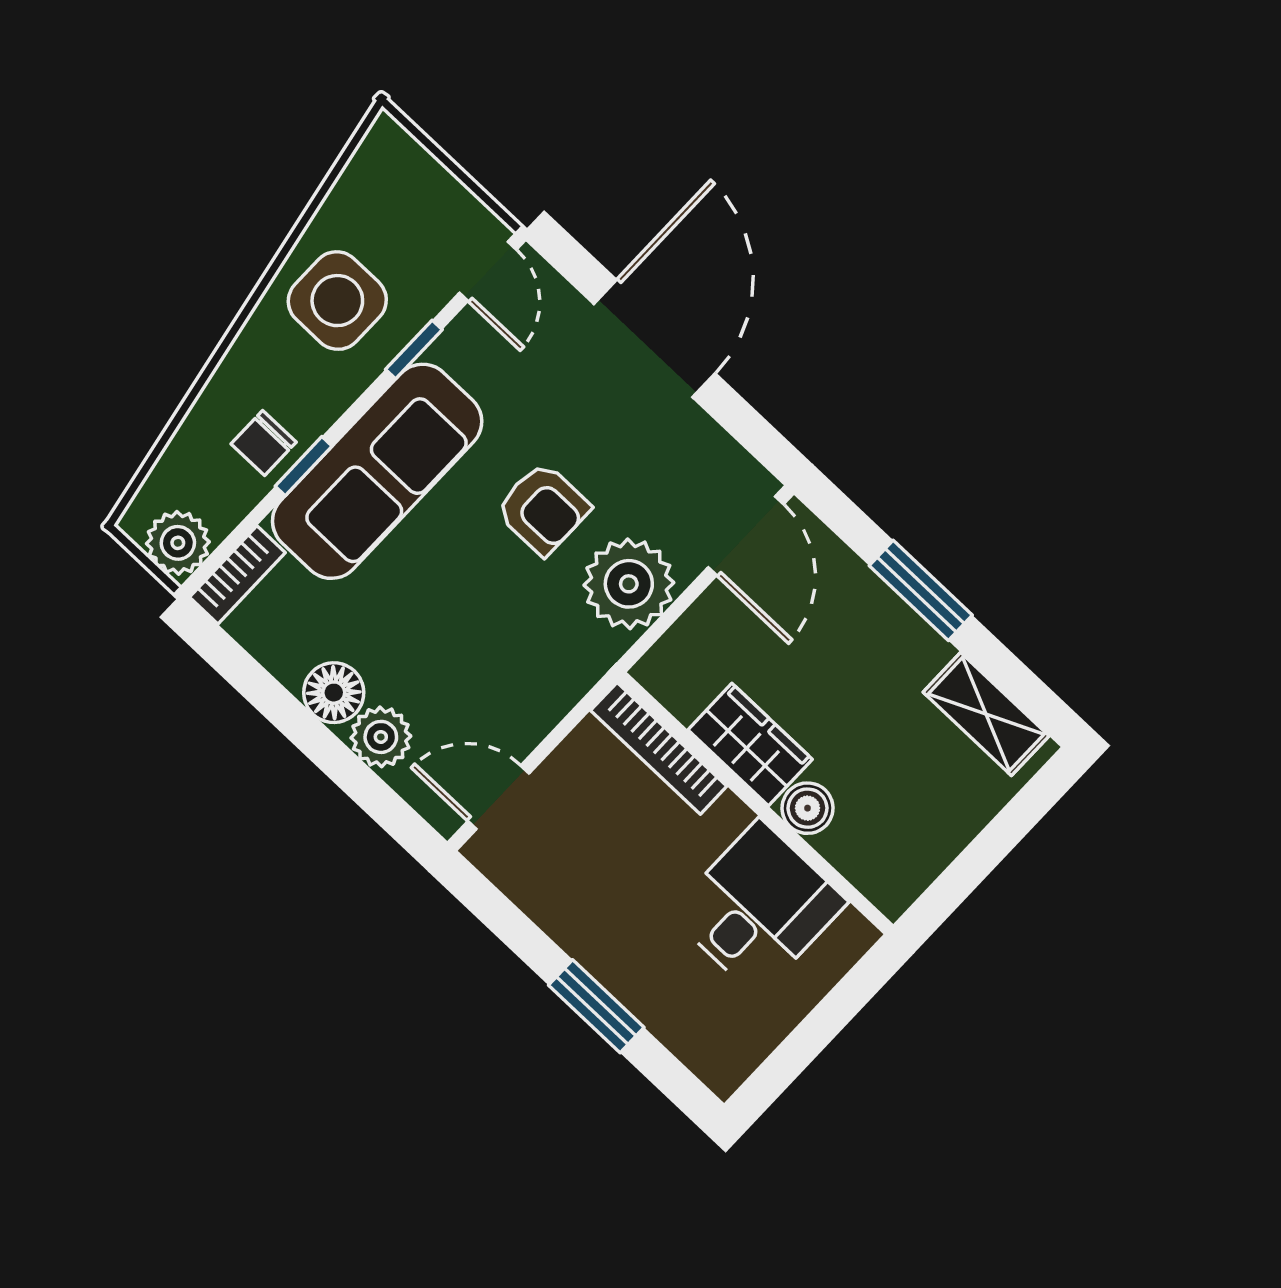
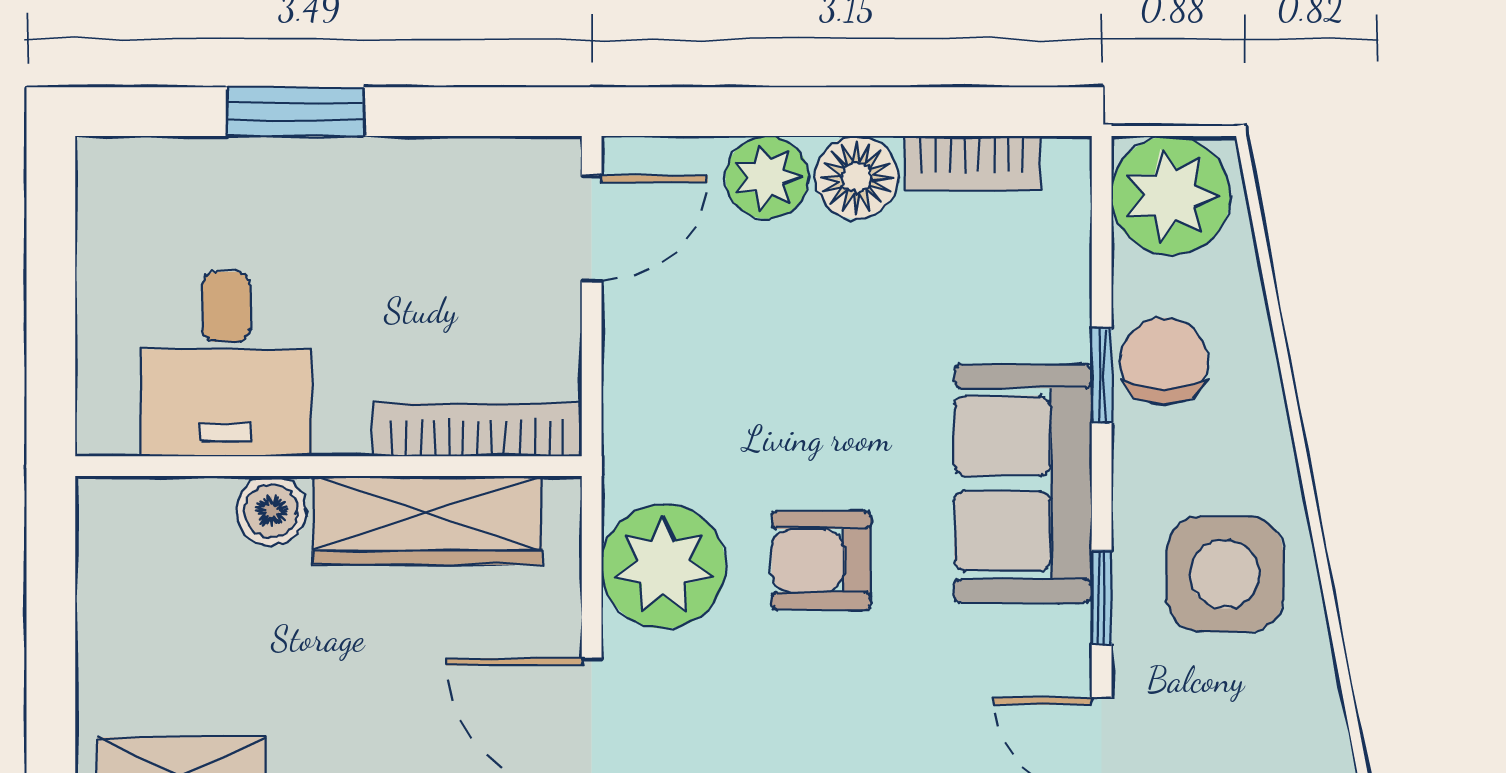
chair: (264, 443) -> (1164, 361), width x1.37, depth x1.37
sofa: (377, 471) -> (1023, 483), width x0.73
plant: (178, 543) -> (1171, 195), width x1.36, depth x1.36
bookcase: (237, 575) -> (972, 163), moved, turned -90
wardrobe: (750, 745) -> (427, 520), width x1.50

